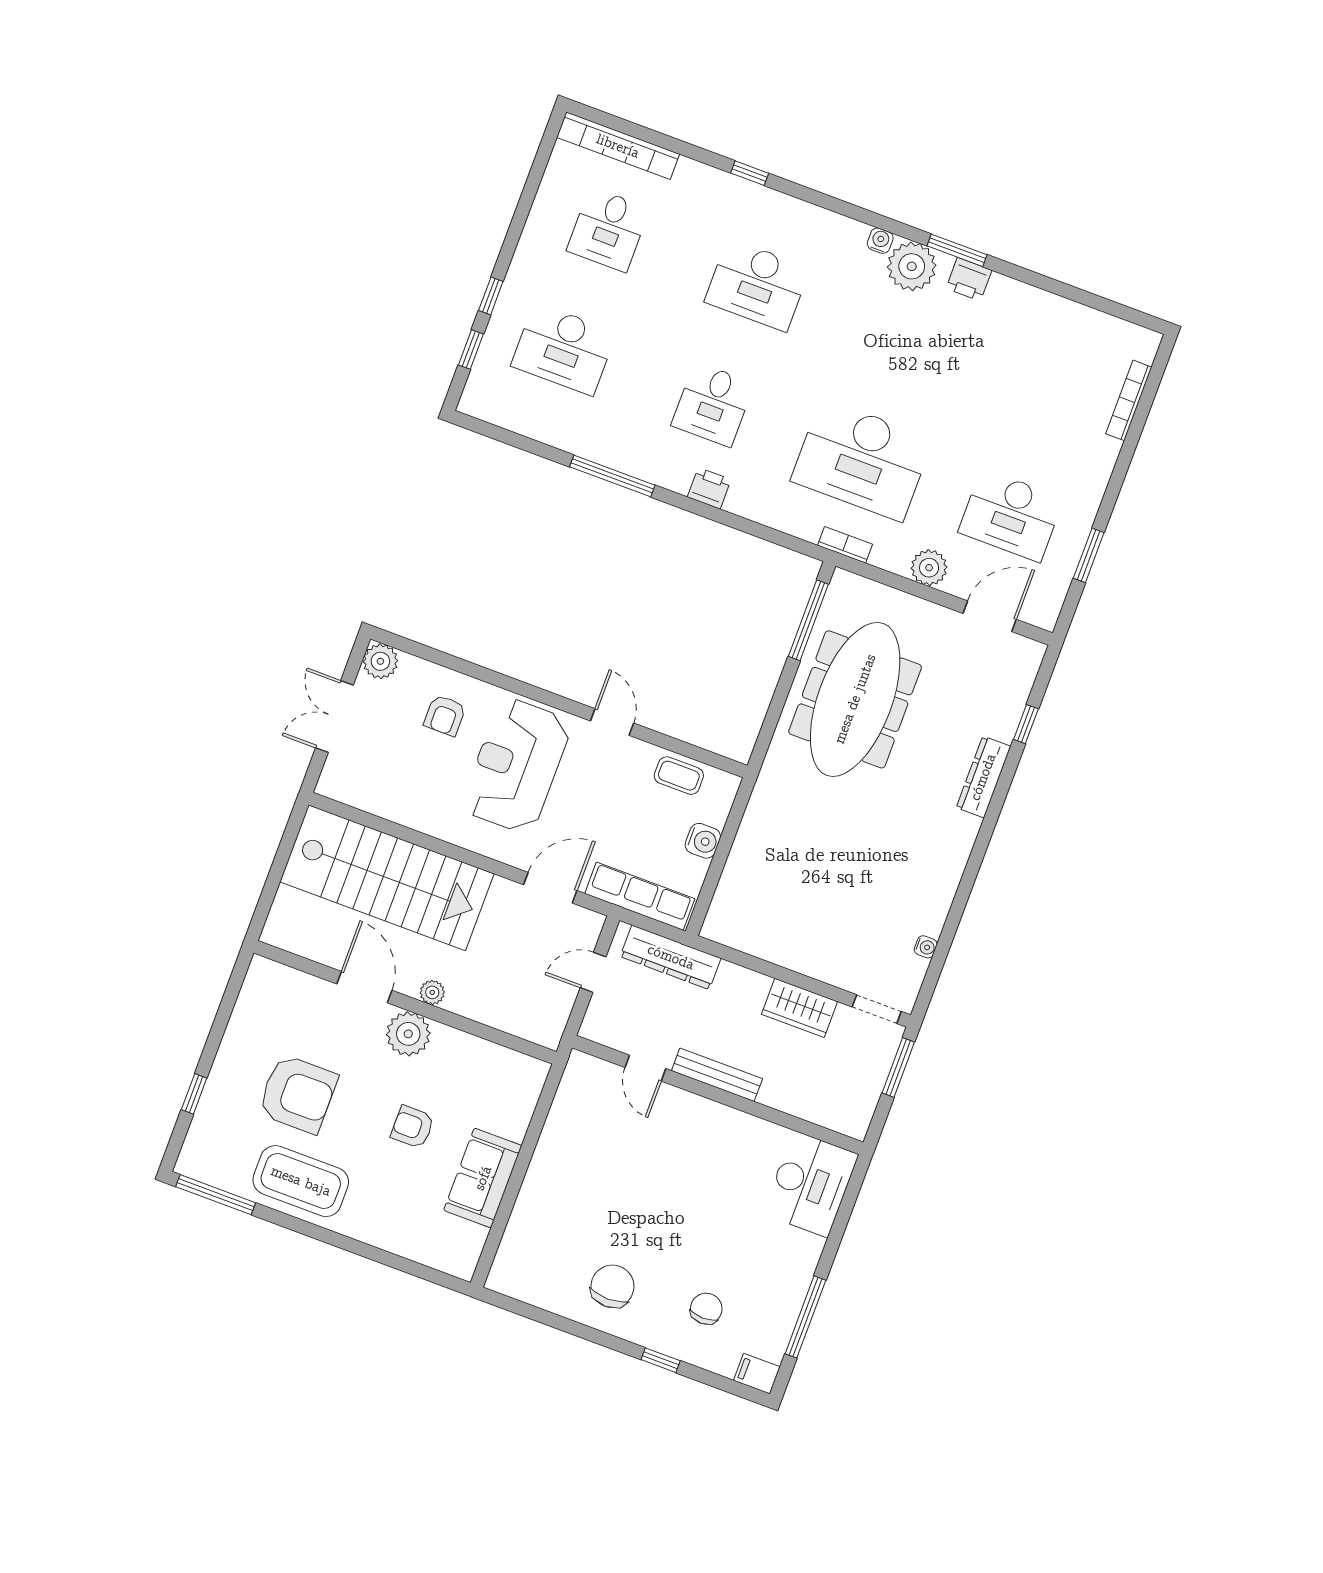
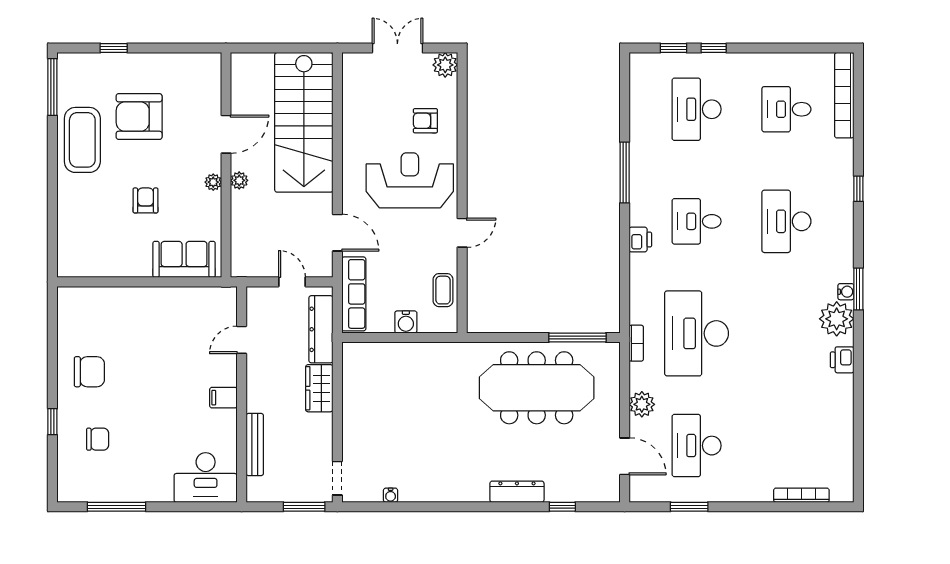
window: (957, 250) -> (858, 289), moved
wardrobe: (799, 1008) -> (319, 388), moved
plant: (408, 1034) -> (213, 182), width x0.53, depth x0.53
bench: (717, 1075) -> (255, 445), moved
armchair: (298, 1094) -> (139, 117), turned 90
sofa: (483, 1178) -> (184, 259), moved
filing cabinet: (757, 1374) -> (223, 398), moved, turned -90

